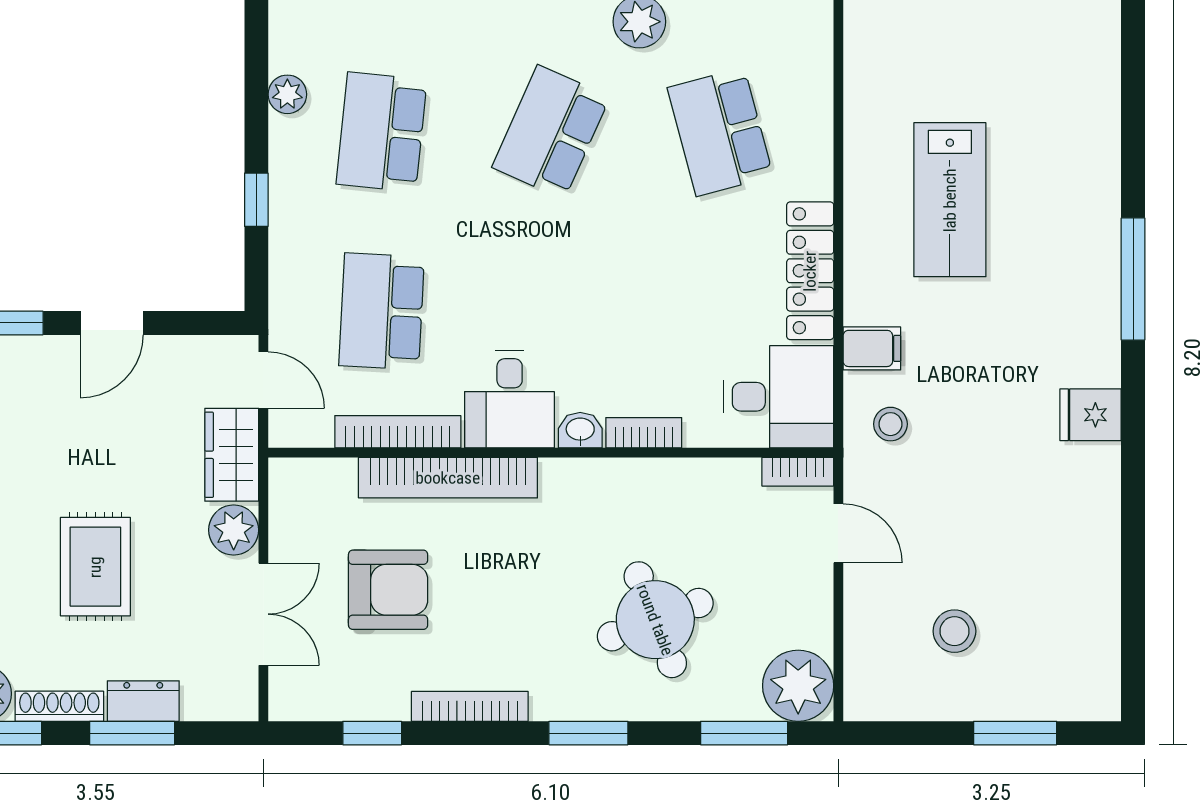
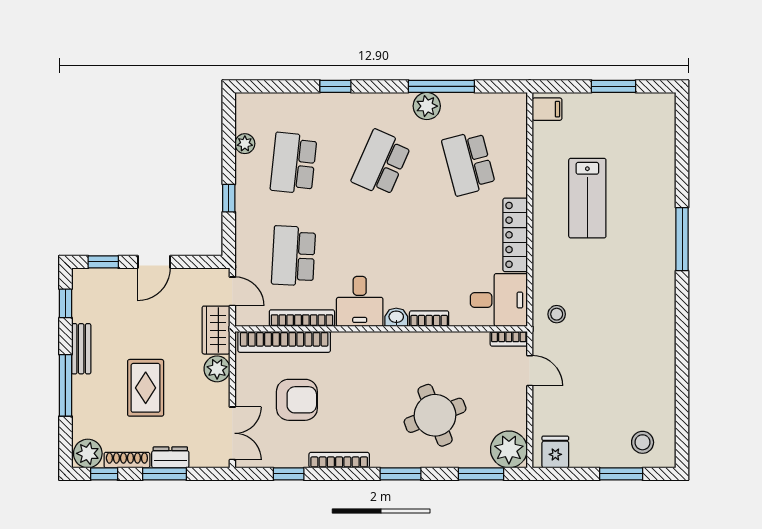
filing cabinet: (872, 348) -> (547, 109), moved
fridge: (1091, 415) -> (555, 452), moved, turned 90
bookcase: (448, 478) -> (284, 342), moved
double door: (263, 614) -> (232, 433), moved
stool: (954, 631) -> (643, 442), moved

